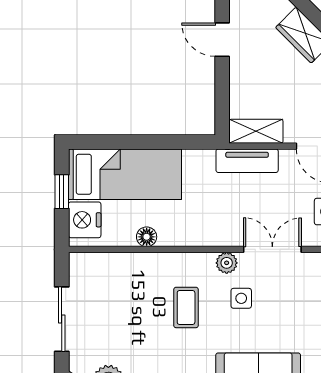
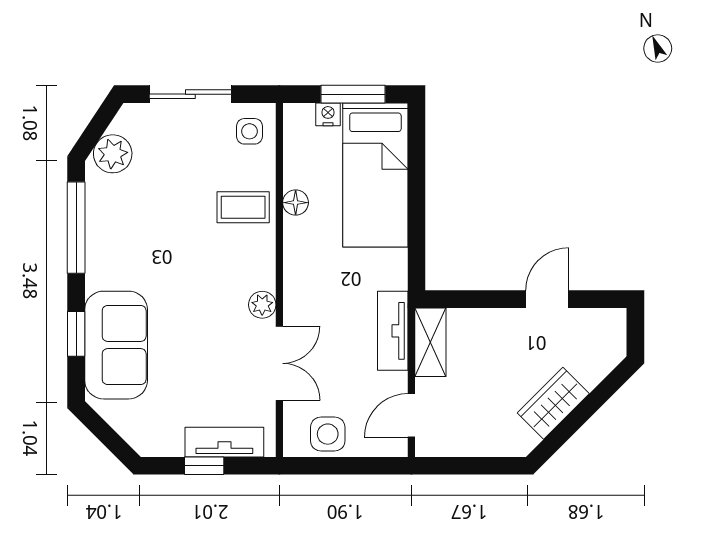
window: (62, 192) -> (353, 94), width x1.50
nightstand: (85, 220) -> (328, 114), width x0.53, depth x0.56
side table: (241, 298) -> (249, 131), moved
coffee table: (186, 307) -> (243, 207), moved

